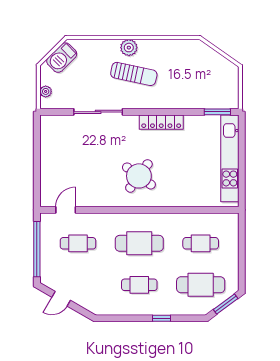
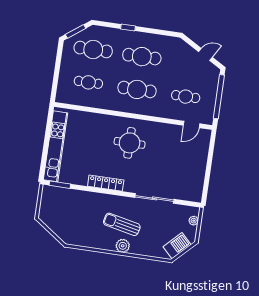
round table: (139, 176) -> (130, 143), turned -36
cafe table: (139, 285) -> (142, 57), width x1.37, depth x1.35

